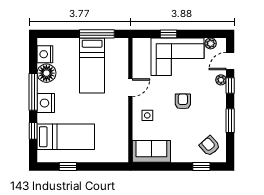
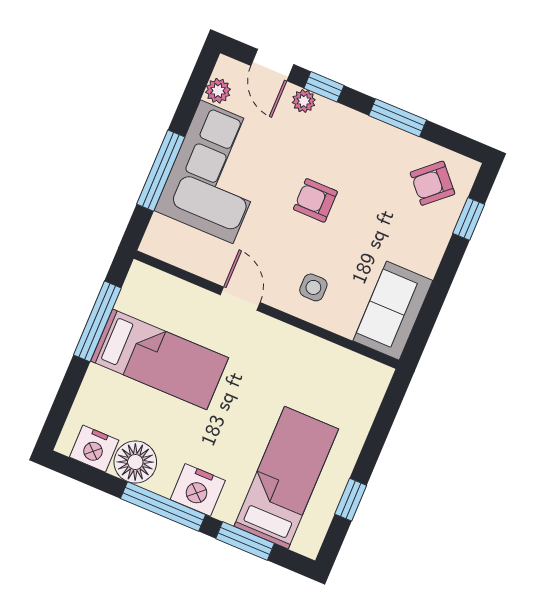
window: (169, 34) -> (161, 171), width x2.17
window: (33, 131) -> (245, 541), width x1.50

